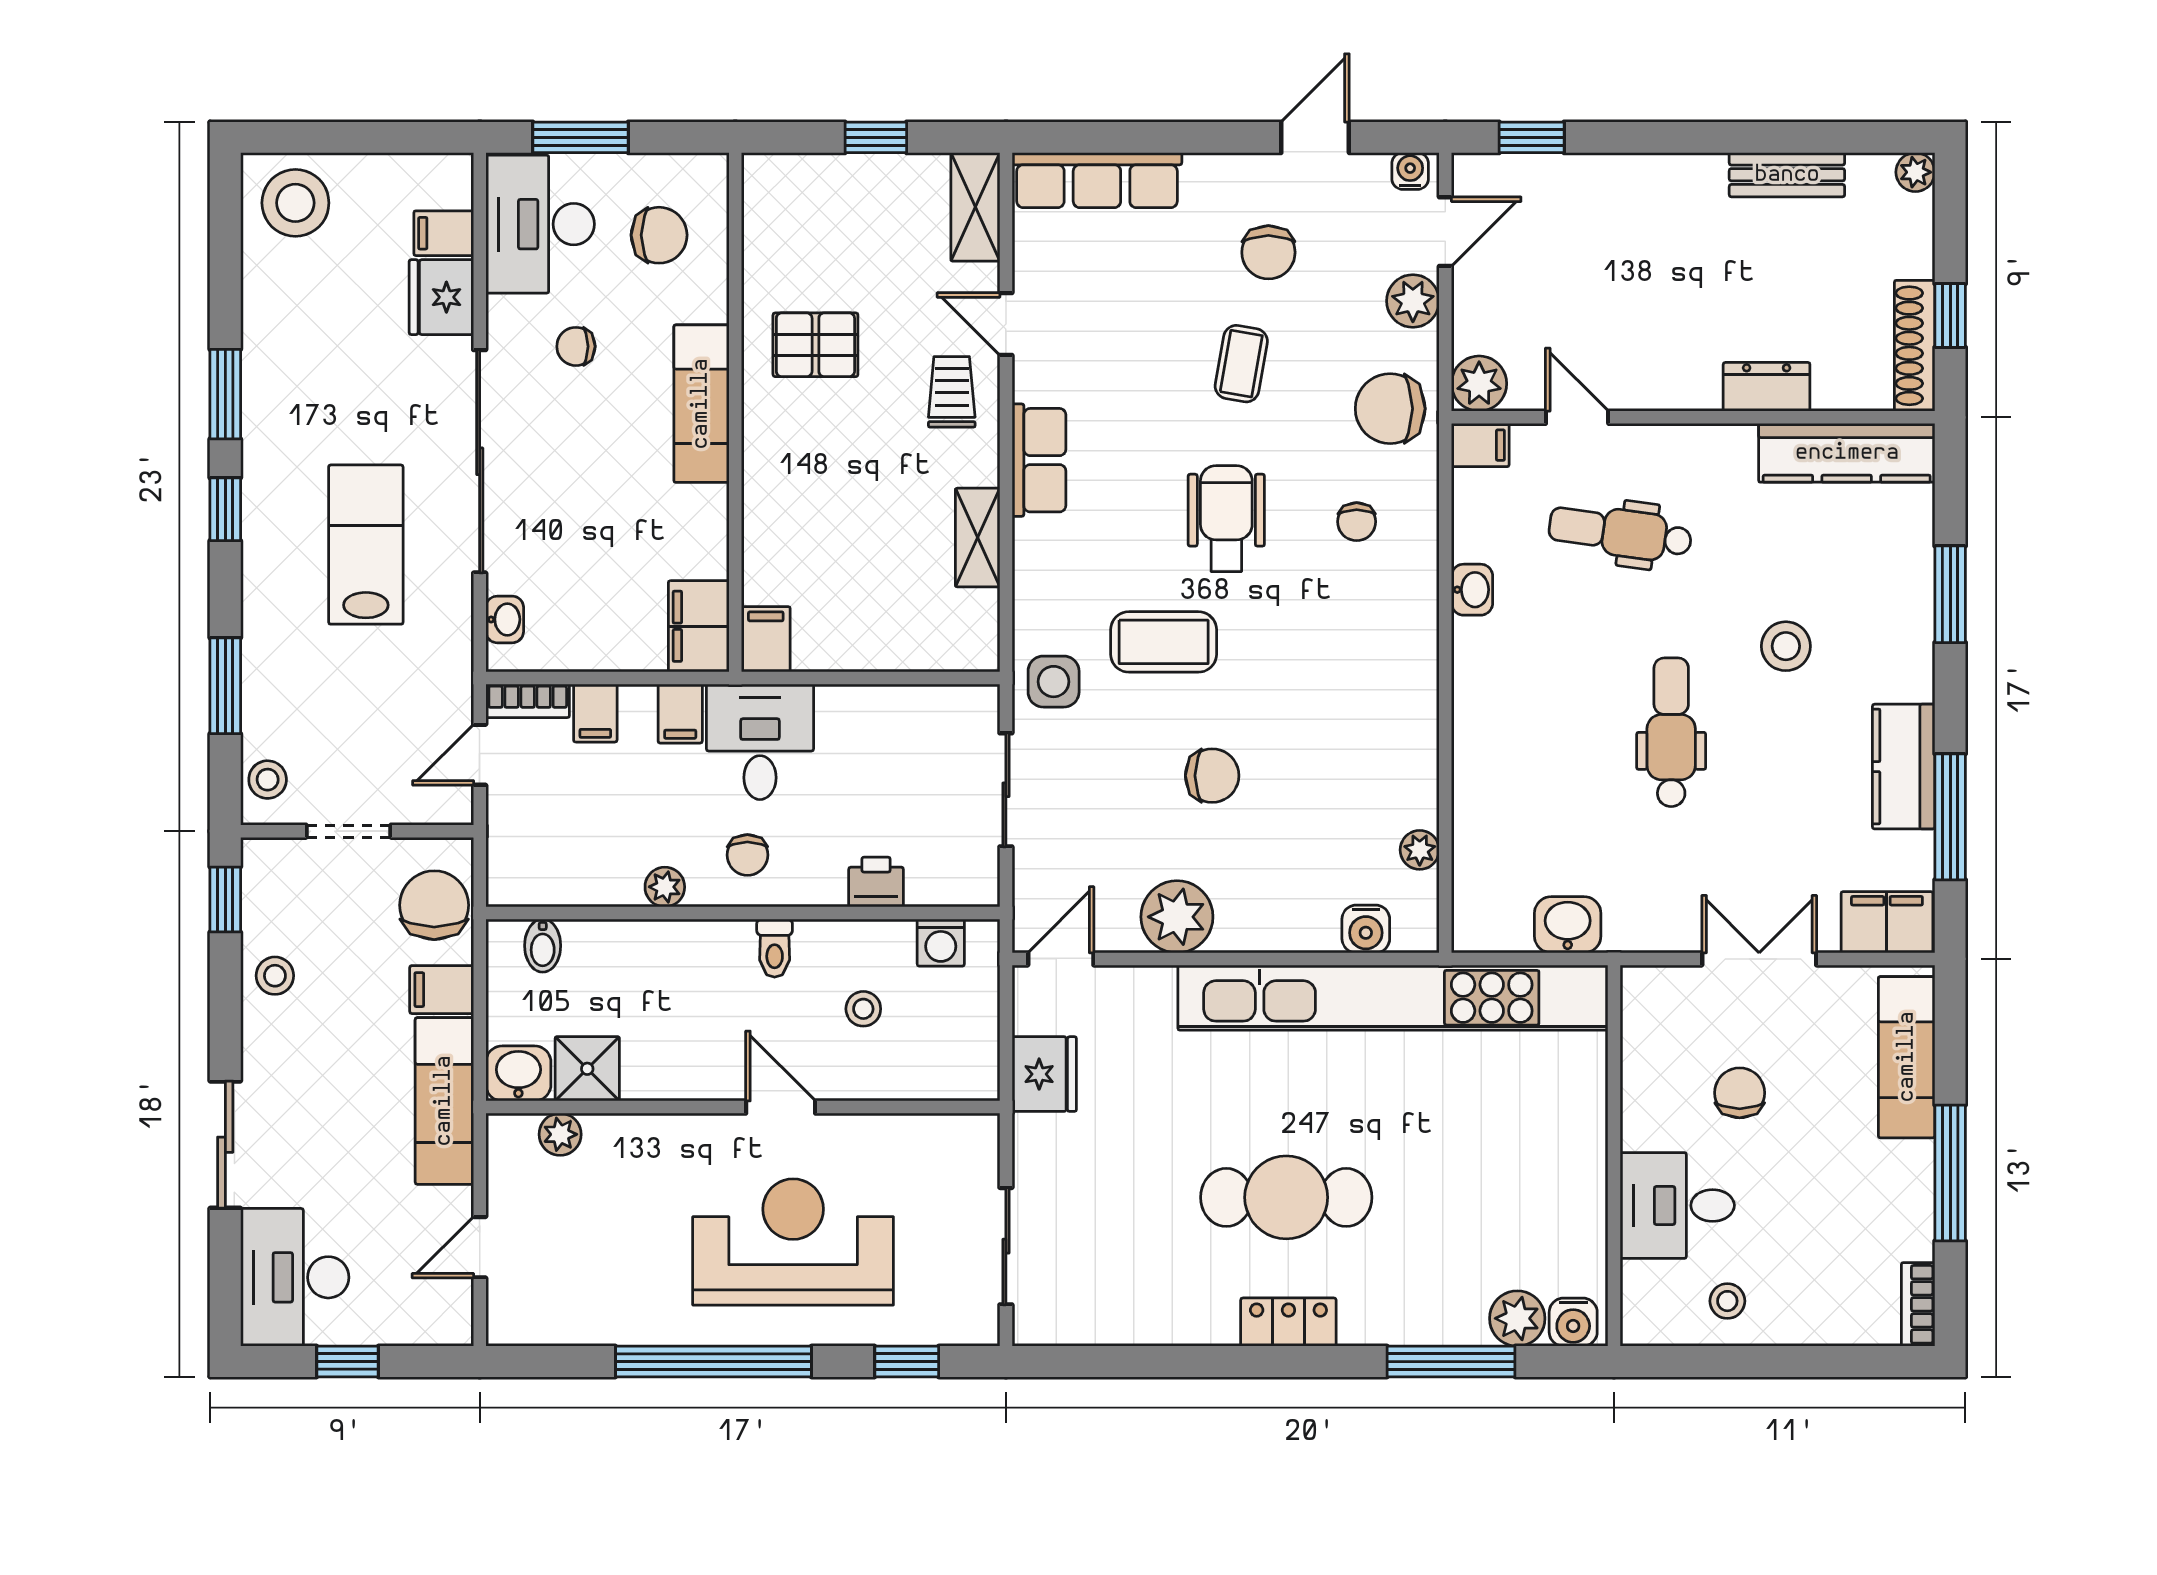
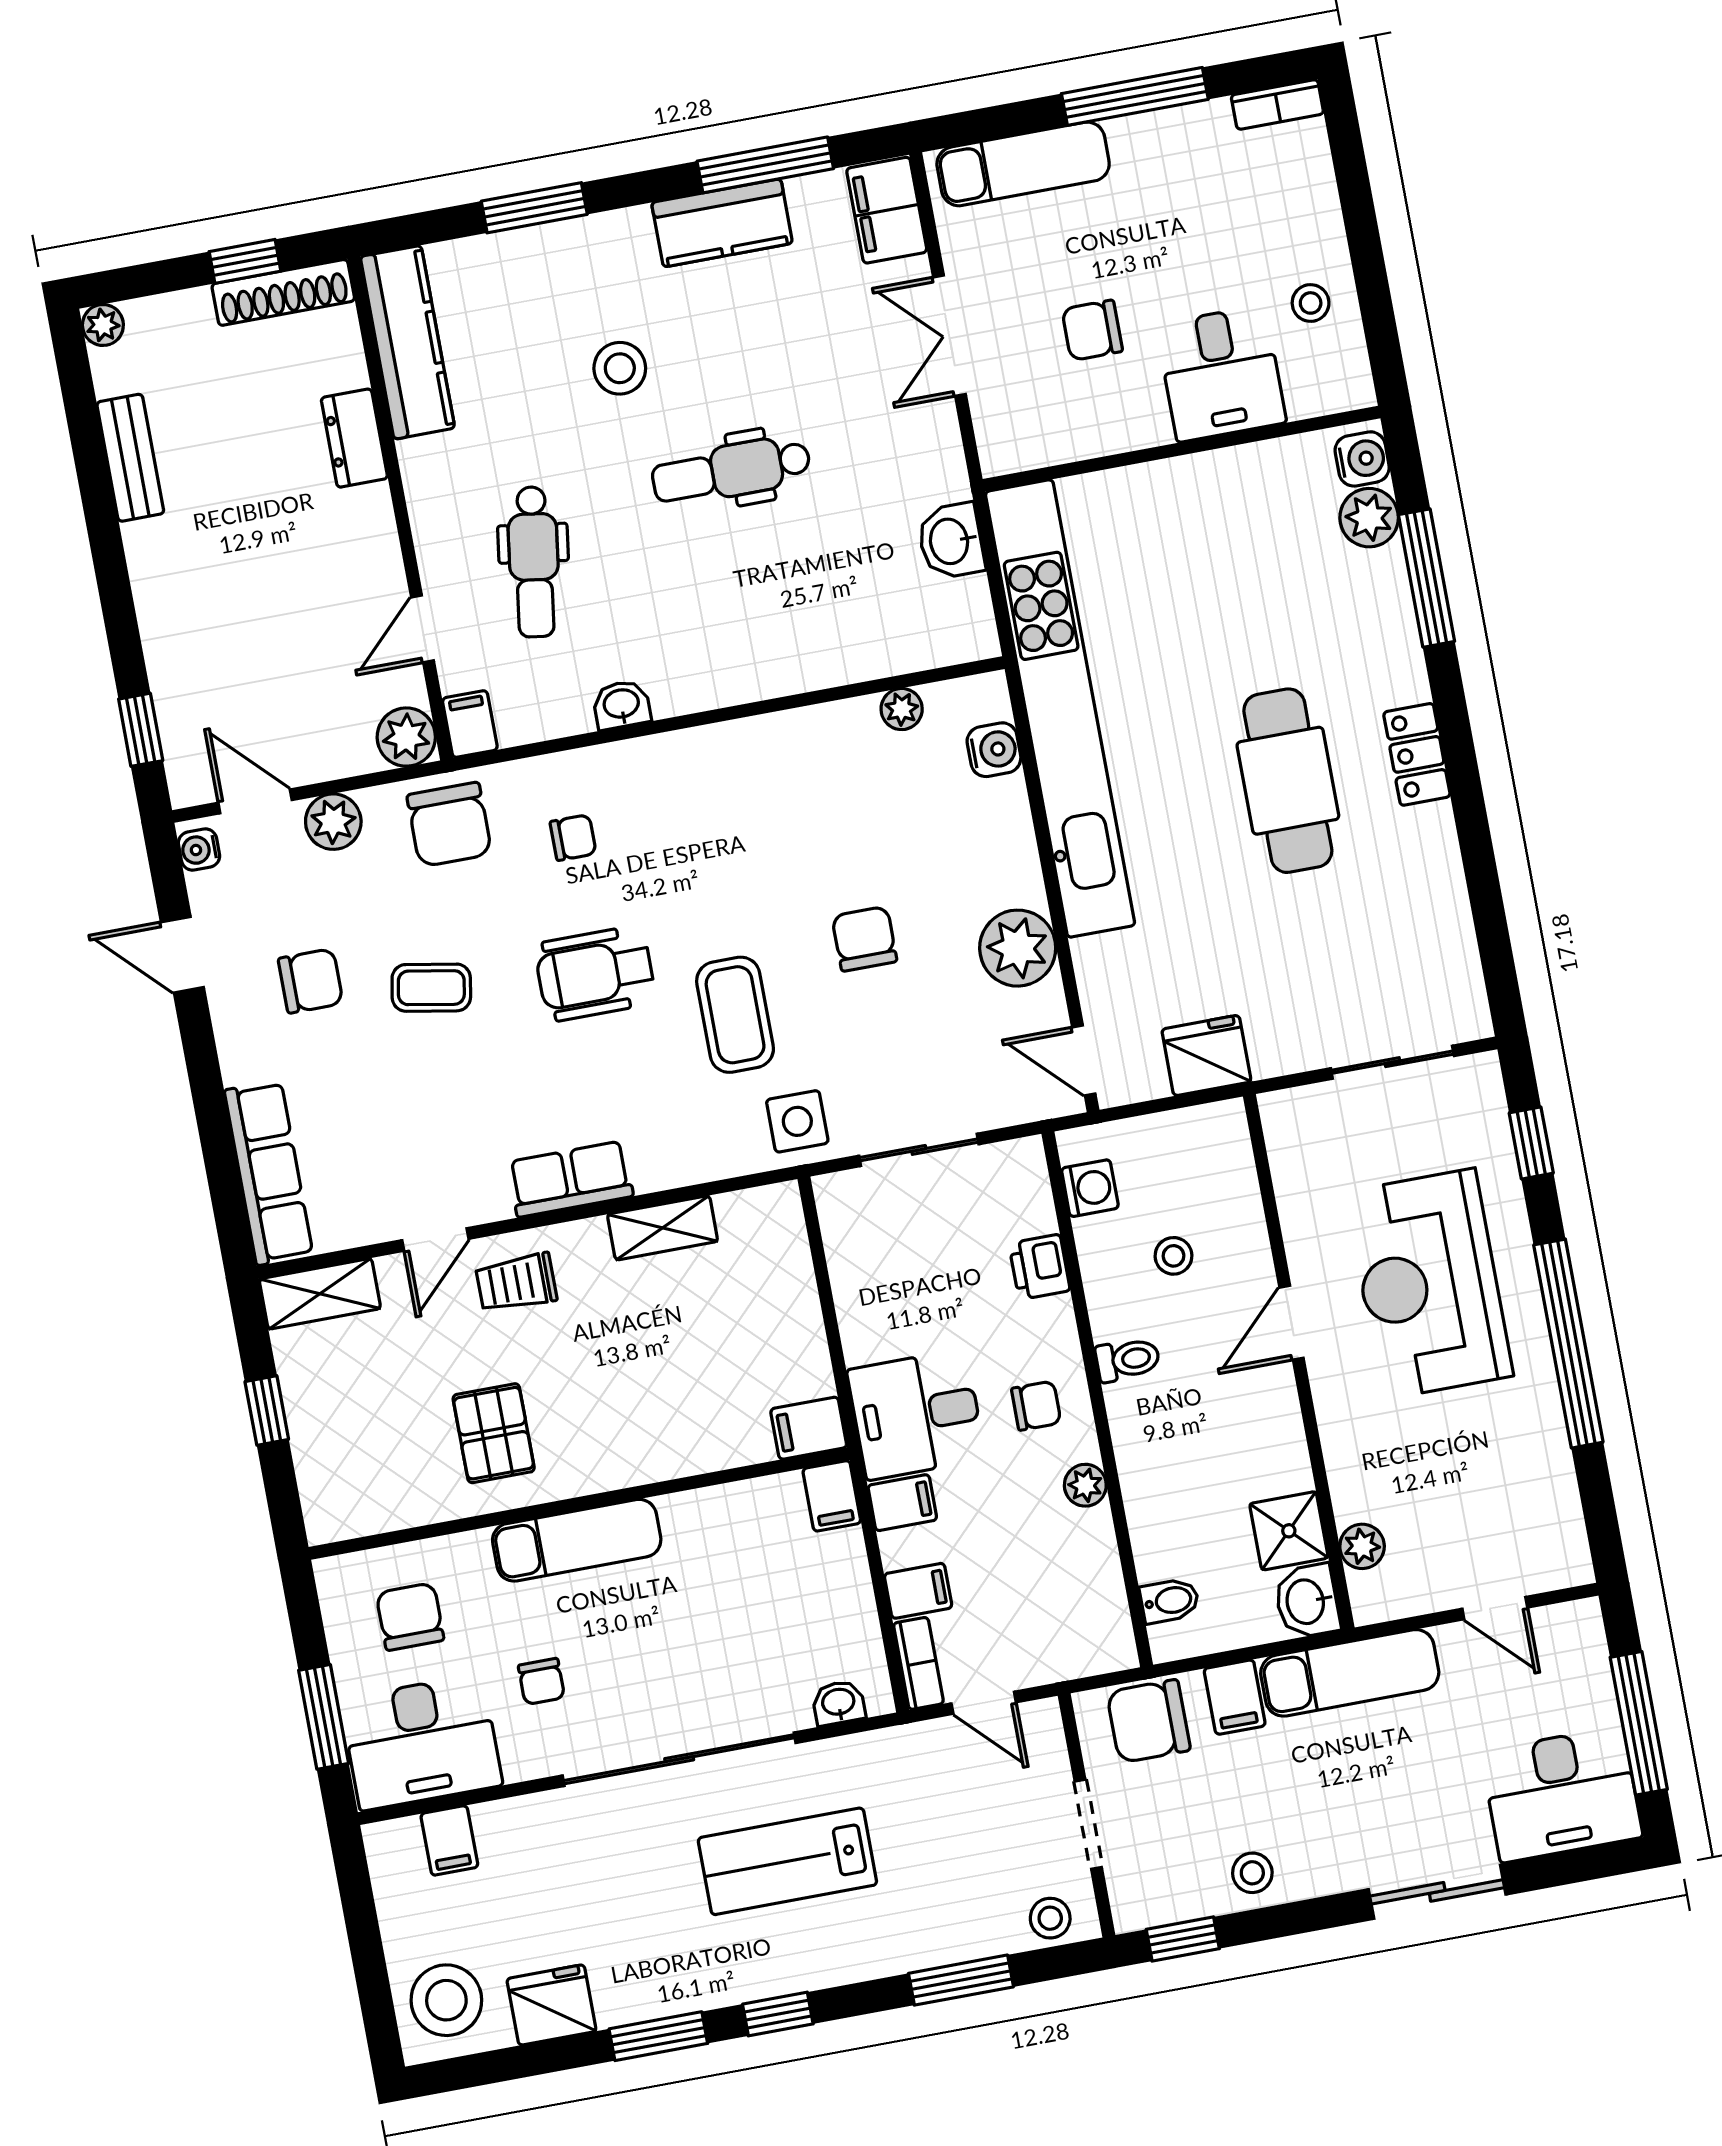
fridge: (441, 297) -> (551, 2005), moved, turned 180
filing cabinet: (699, 626) -> (832, 1496), width x0.50
window: (347, 1362) -> (1639, 1723), width x2.17

